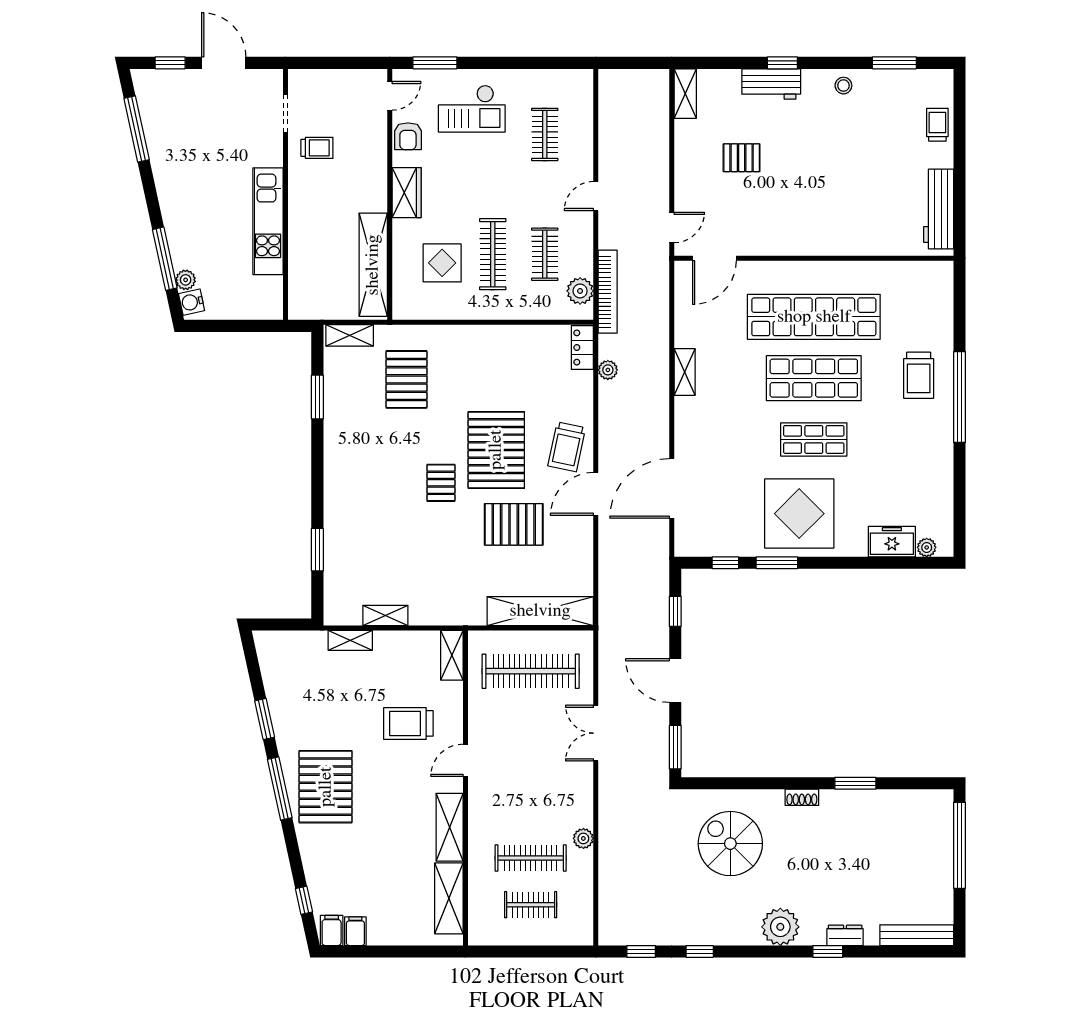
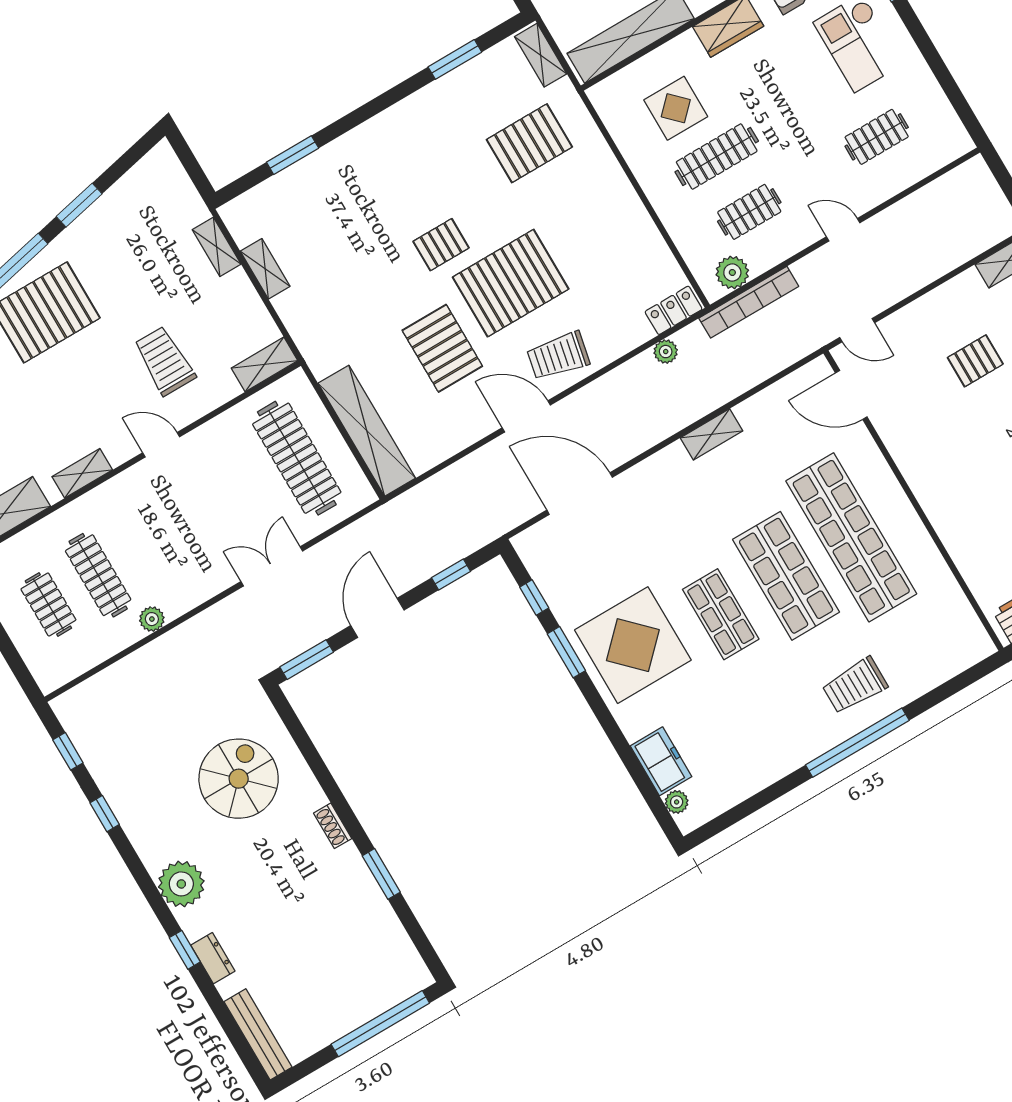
pallet: (742, 158) -> (975, 361), turned 90
shelving: (450, 827) -> (82, 473), width x0.67, depth x0.75

